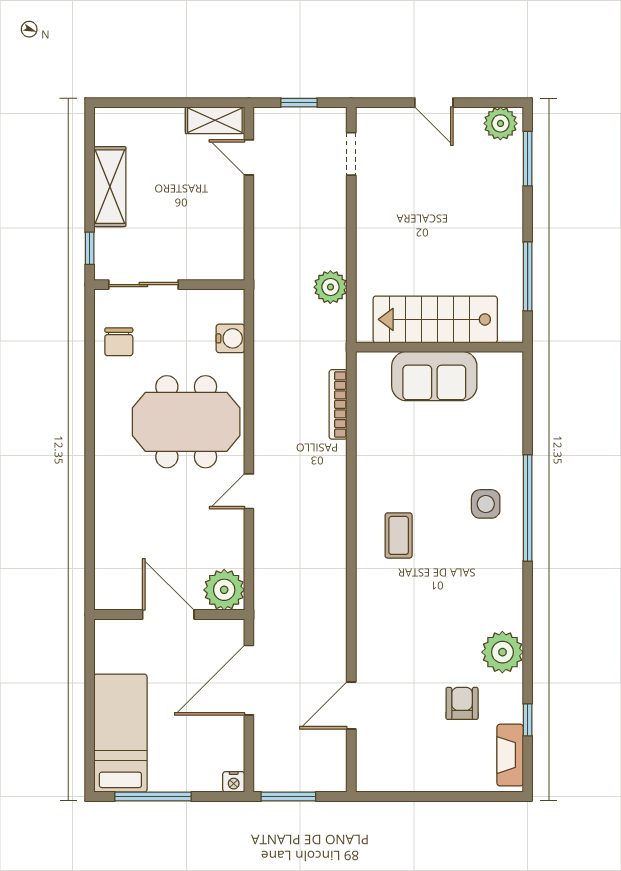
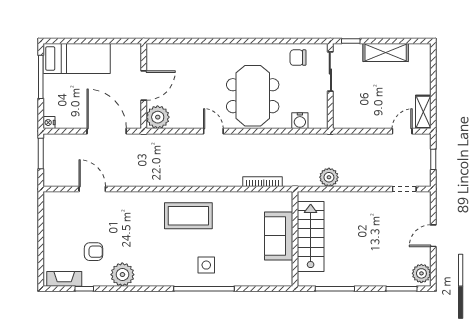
coffee table: (399, 535) -> (188, 216), width x1.86, depth x1.72

